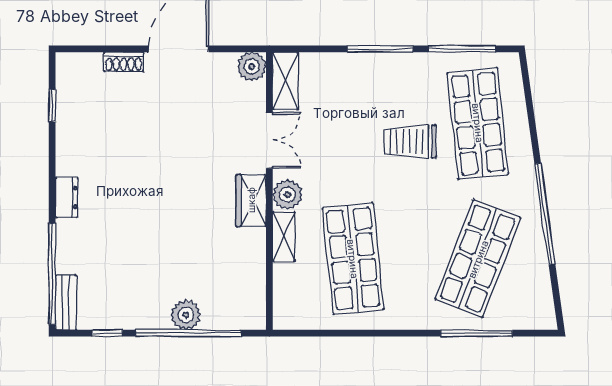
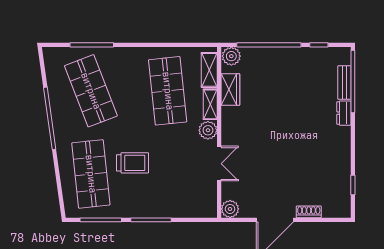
shelving: (285, 81) -> (209, 70), moved
double door: (269, 140) -> (219, 164), swing flipped
dresser: (67, 197) -> (344, 113), moved
wardrobe: (251, 200) -> (230, 89), moved
shop shelf: (478, 259) -> (91, 91), turned -42
bench: (66, 302) -> (344, 83), moved
plant: (186, 315) -> (231, 56), moved

